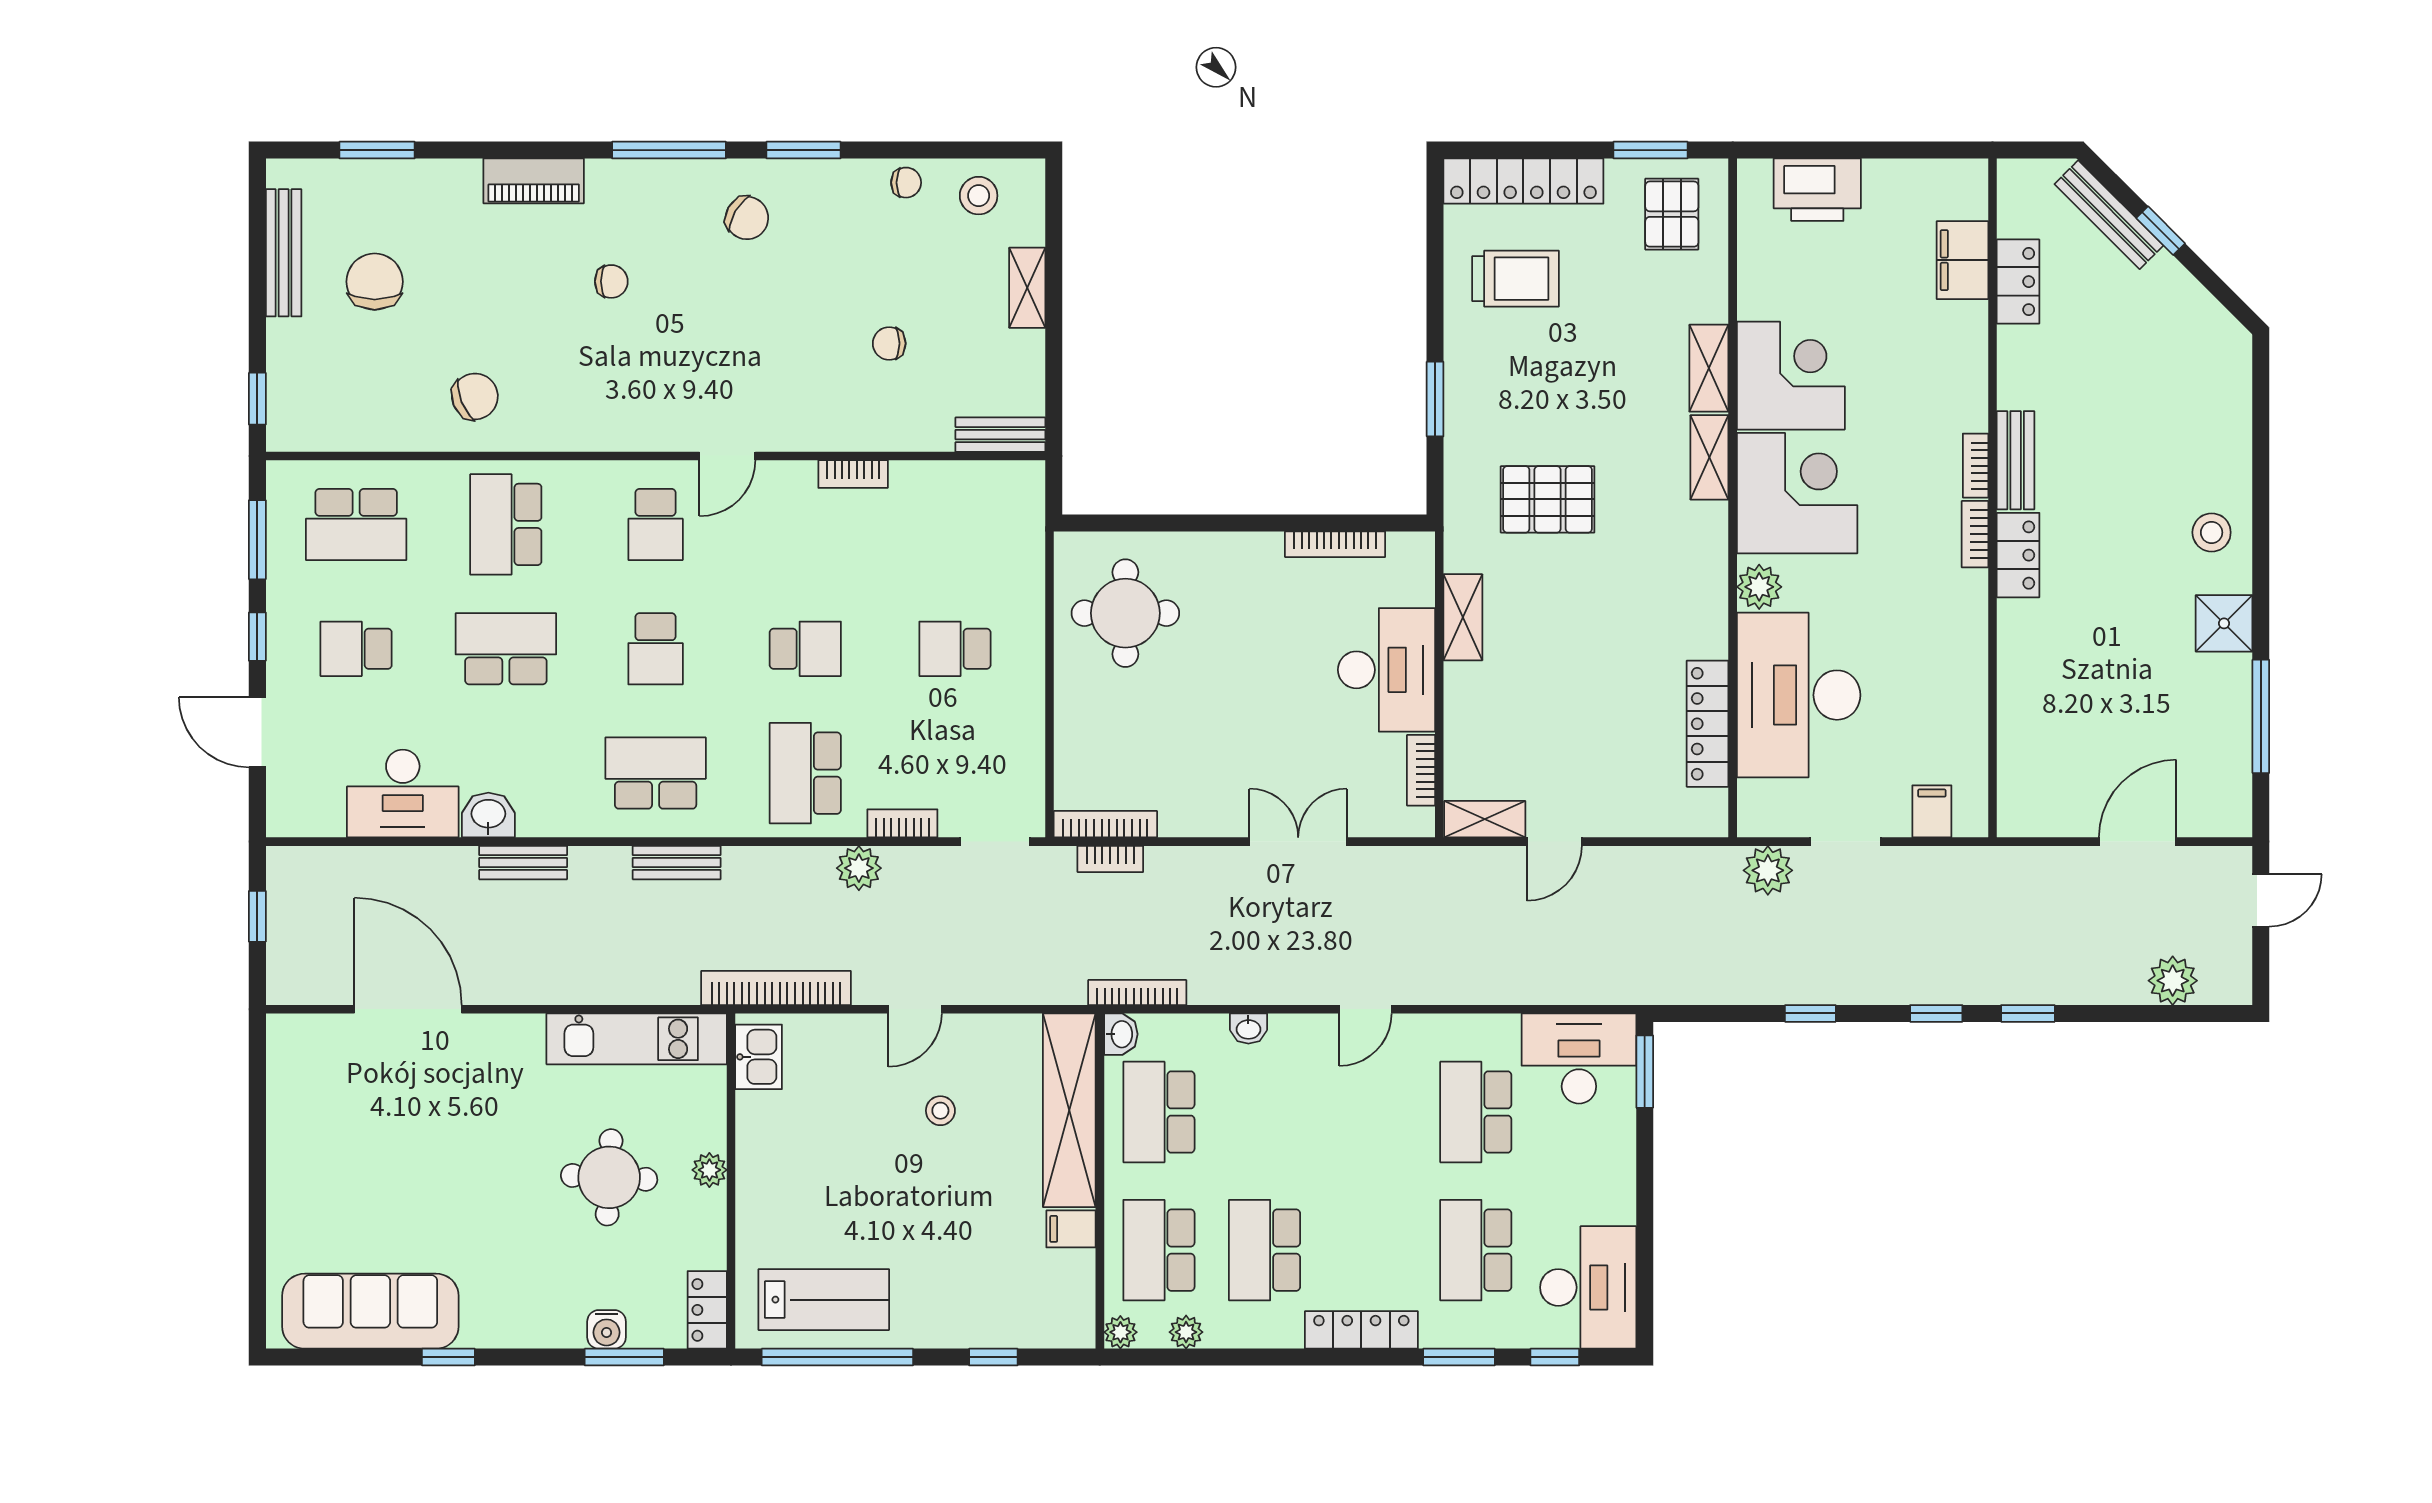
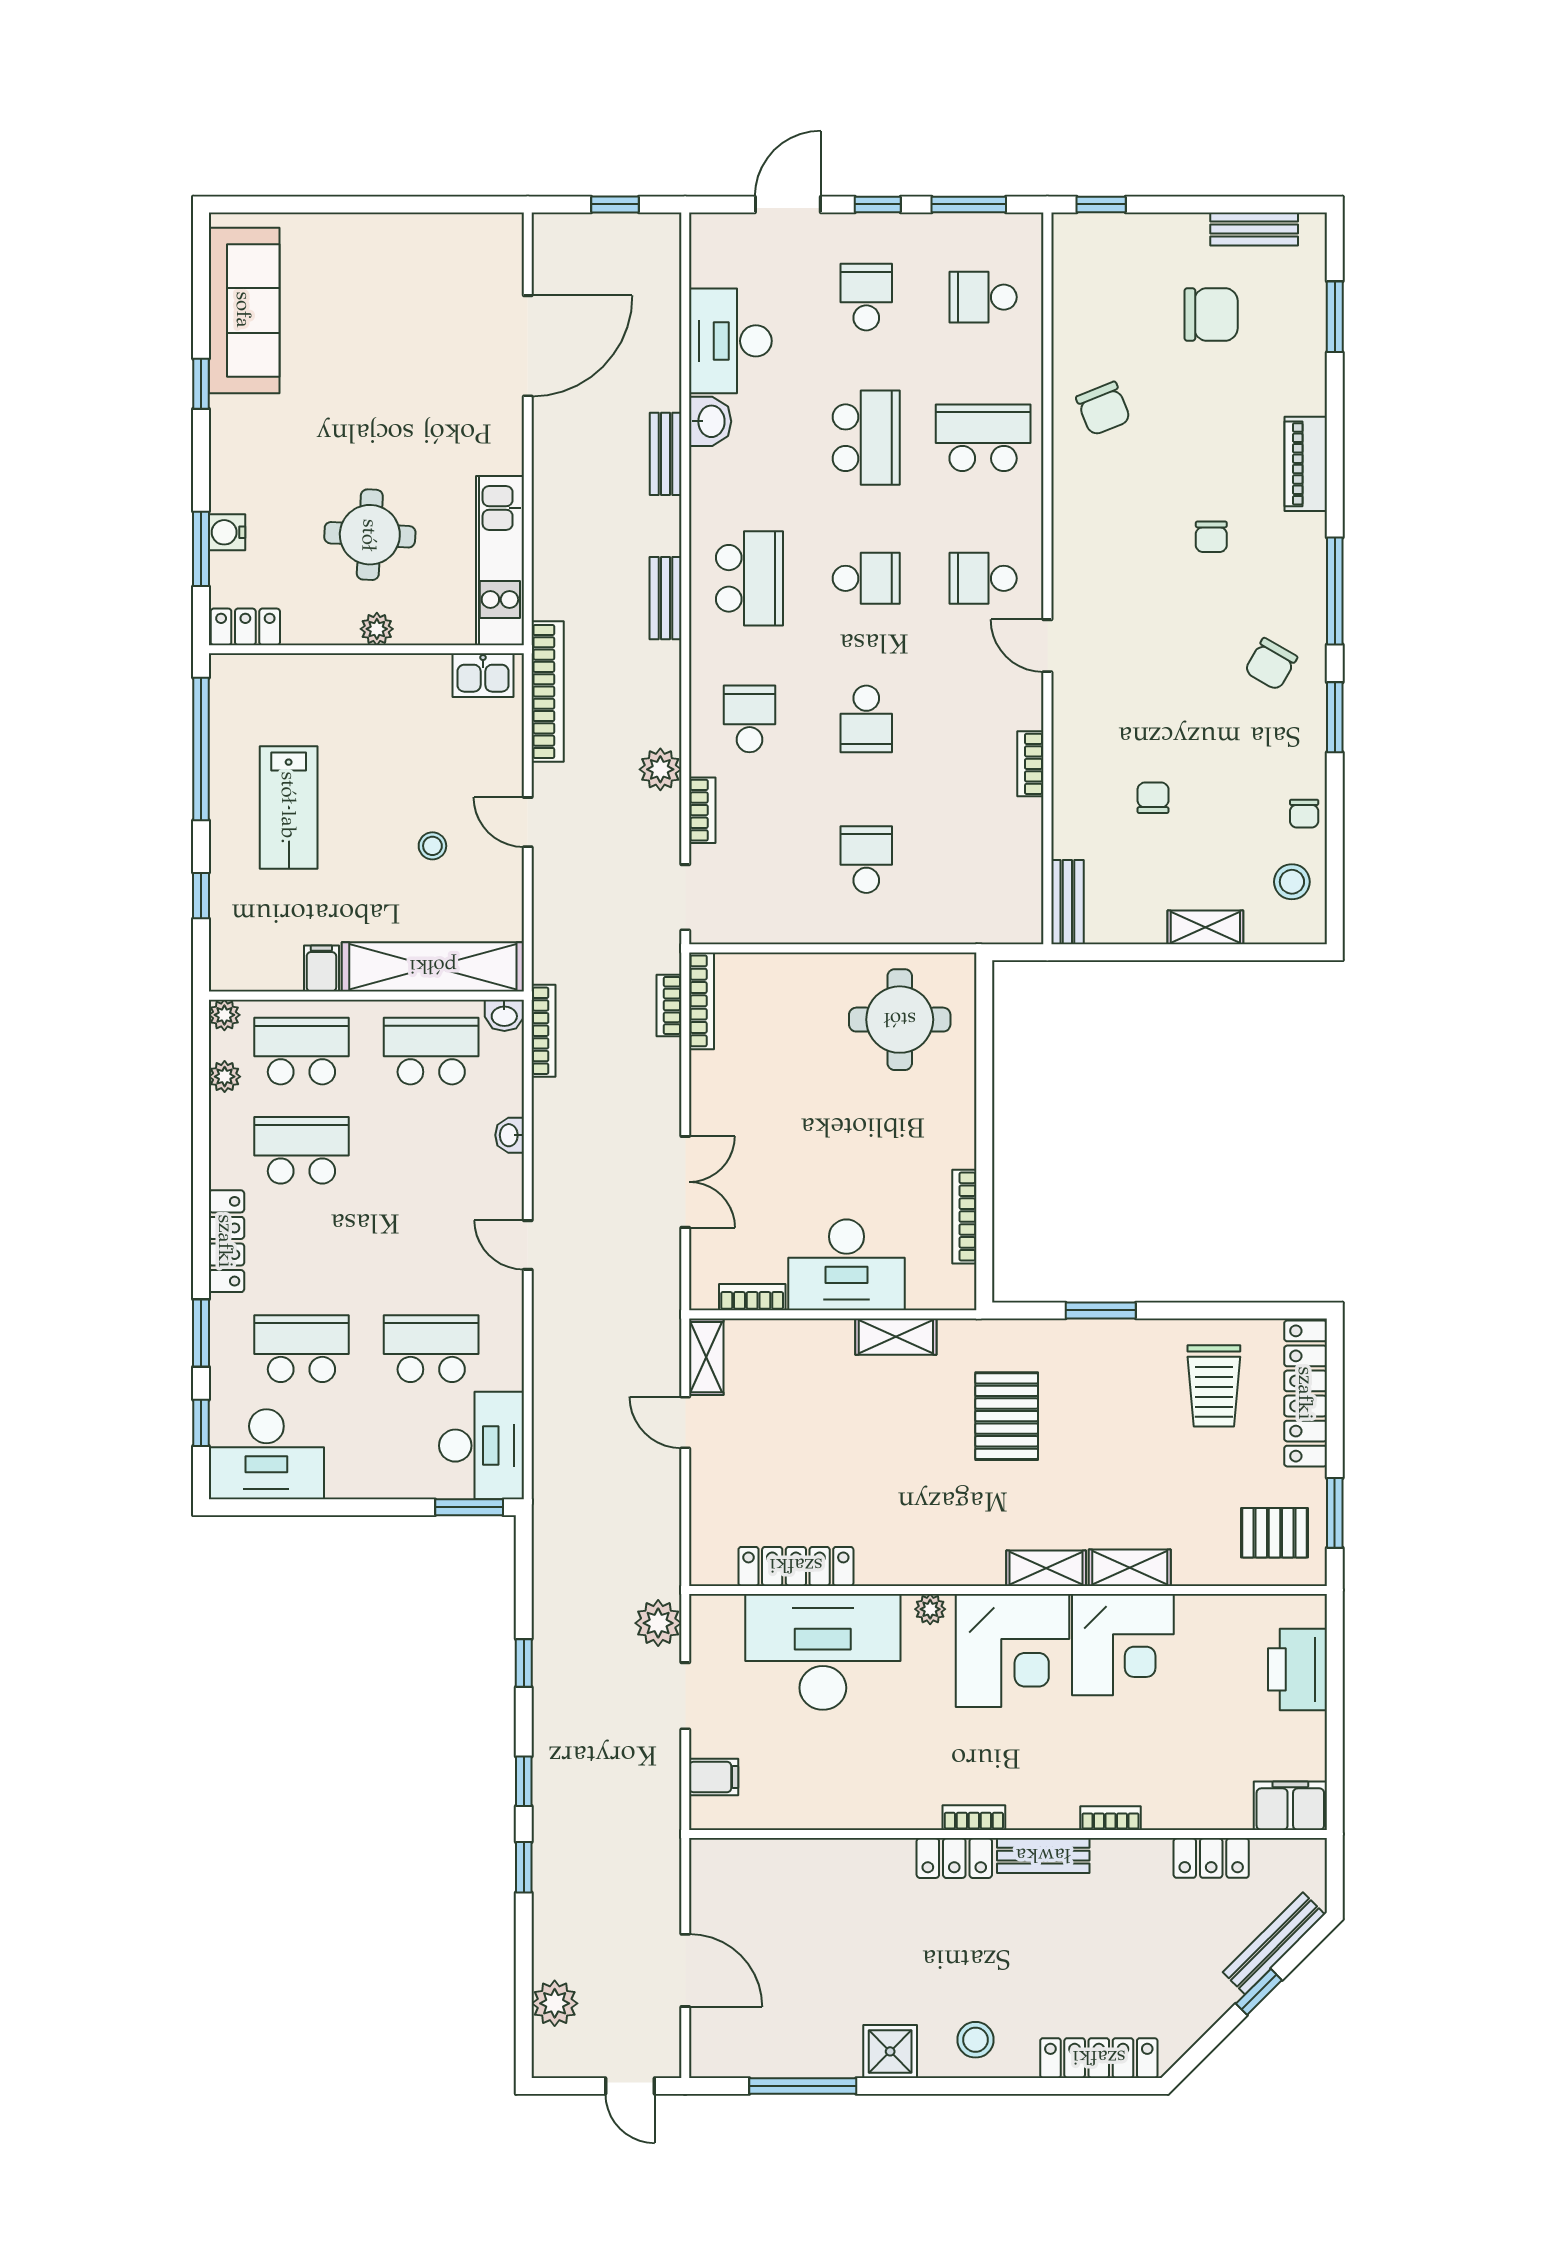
bench: (284, 253) -> (1254, 229), width x0.73
filing cabinet: (1962, 260) -> (1290, 1806), moved
locker: (2231, 401) -> (1099, 2058), added
bookcase: (1976, 466) -> (1111, 1818), moved
school desk: (356, 524) -> (983, 297), width x0.54
plant: (1759, 587) -> (930, 1609), width x0.73, depth x0.73
school desk: (656, 649) -> (866, 578), turned 180
school desk: (805, 773) -> (749, 719), width x0.54
lab bench: (824, 1300) -> (289, 808), moved

